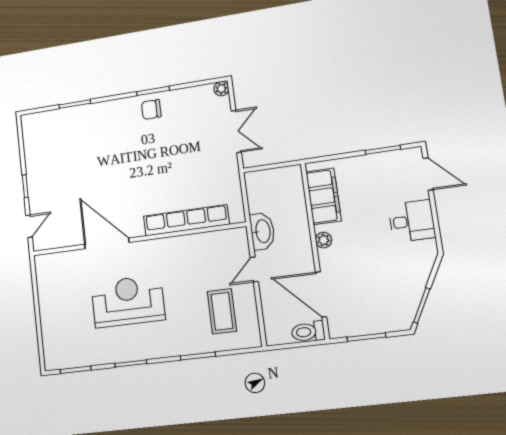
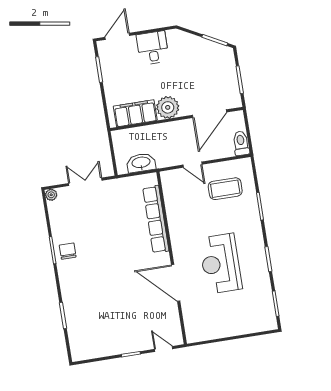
chair: (151, 109) -> (68, 251), turned 180
washbasin: (262, 231) -> (141, 163), moved
plant: (324, 240) -> (168, 107), width x1.88, depth x1.88
door: (107, 243) -> (176, 283), hinge flipped
toilet: (308, 332) -> (241, 143), moved, turned 180

